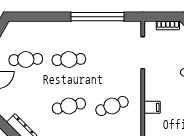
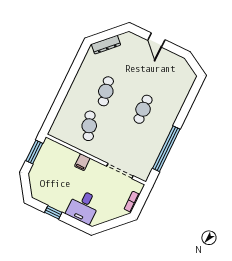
cafe table: (26, 59) -> (160, 75), removed
filing cabinet: (152, 107) -> (82, 162), moved

